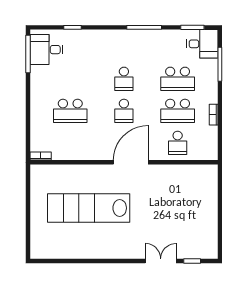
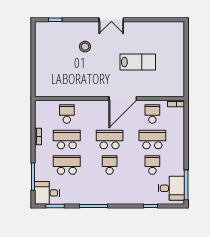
school desk: (70, 79) -> (152, 165), added
school desk: (124, 111) -> (110, 139), width x1.85
school desk: (70, 143) -> (152, 114), added
door: (131, 162) -> (123, 98), moved
lab bench: (89, 208) -> (138, 62), width x0.54, depth x0.72
stool: (155, 227) -> (85, 47), added
double door: (161, 261) -> (111, 20), moved

